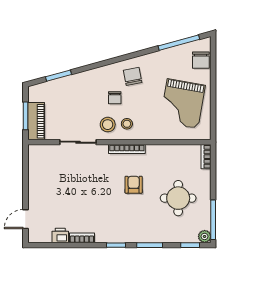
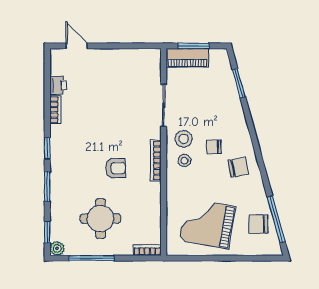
chair: (201, 60) -> (258, 224), moved
window: (213, 220) -> (92, 258), moved

